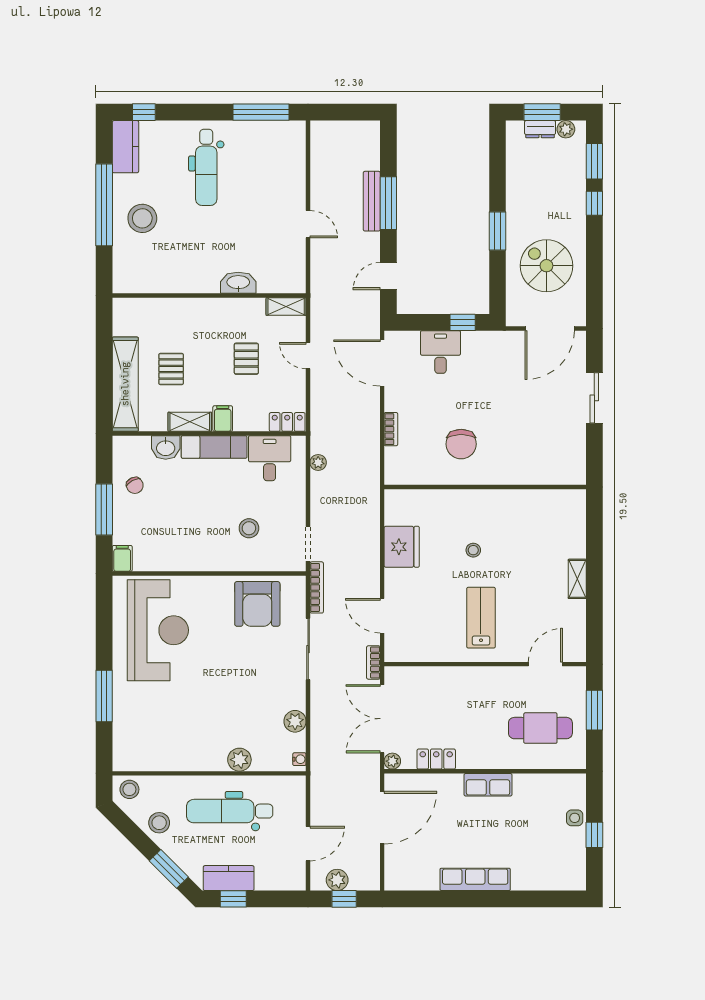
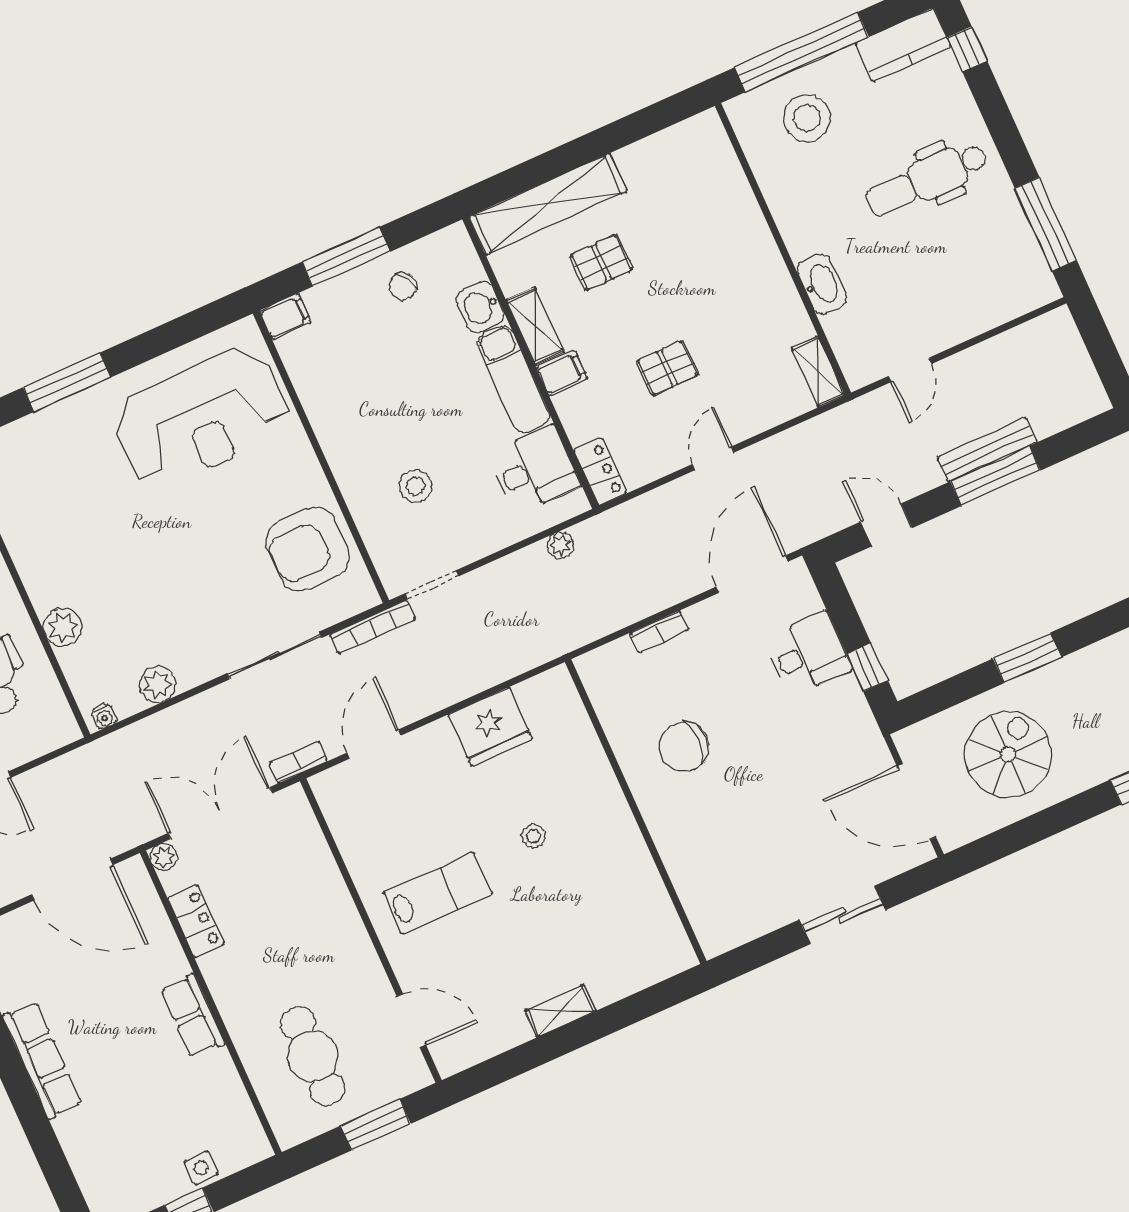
washbasin: (238, 283) -> (822, 284), moved
wall: (209, 296) -> (783, 249), moved
shelving: (286, 307) -> (818, 372), moved

